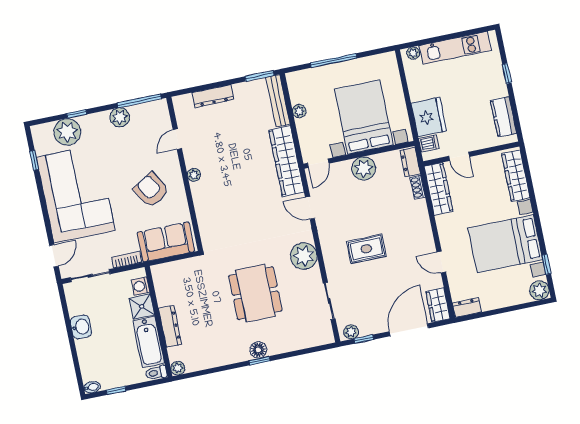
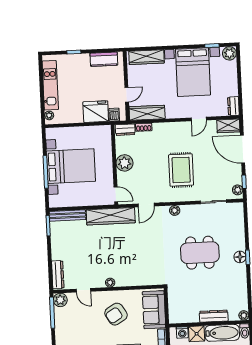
dresser: (213, 96) -> (58, 275), moved
plant: (299, 111) -> (77, 202), removed
plant: (120, 117) -> (60, 300), moved
bed with nightstands: (364, 117) -> (71, 166), moved, turned 180
rug: (366, 249) -> (181, 170), width x1.36, depth x1.43
plant: (304, 256) -> (175, 210), width x0.53, depth x0.53

